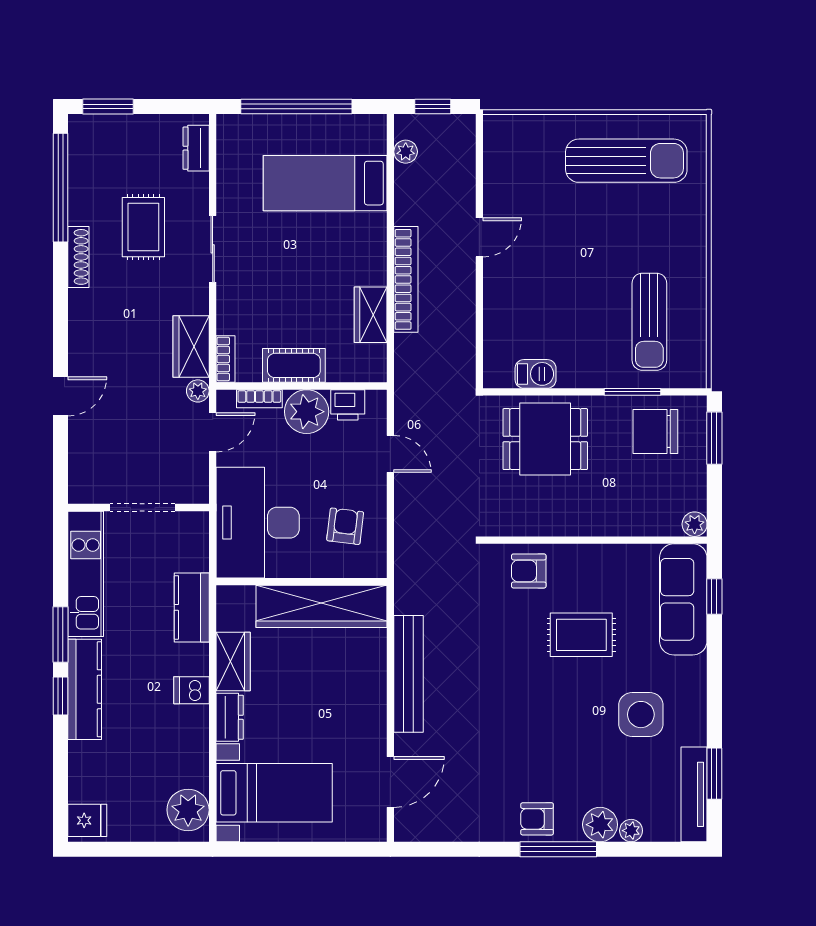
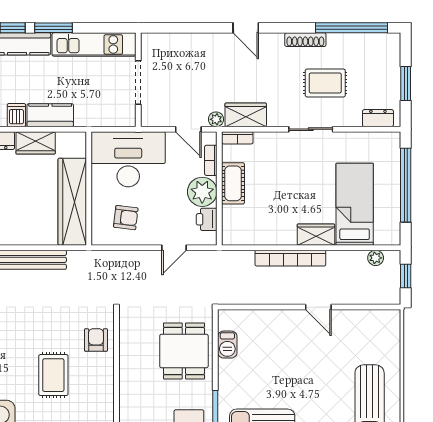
window: (108, 107) -> (406, 83), moved
wardrobe: (371, 315) -> (316, 235), moved
door: (61, 396) -> (246, 28), moved
kitchen counter: (192, 607) -> (50, 115), moved

